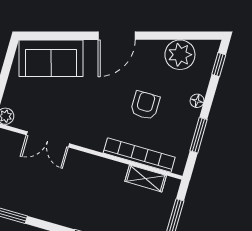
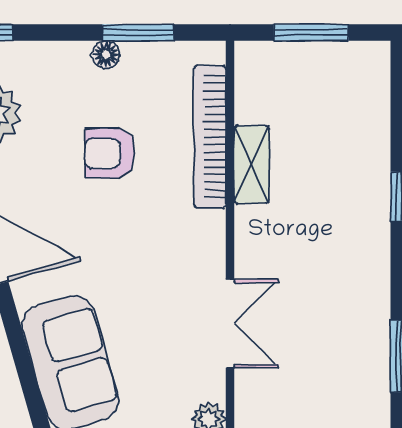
floor lamp: (197, 101) -> (106, 55), moved
shelving: (146, 178) -> (252, 164), moved

